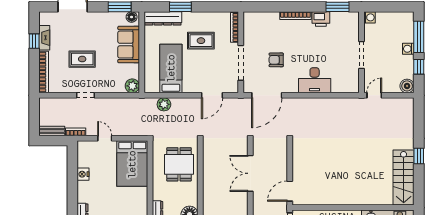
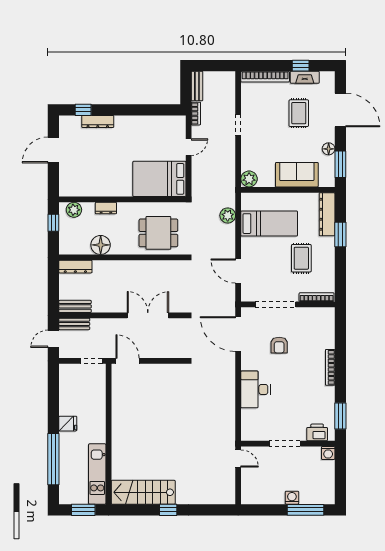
floor lamp: (132, 17) -> (329, 149), moved
printer: (321, 19) -> (317, 432), moved, turned 90
rug: (82, 59) -> (299, 113), moved
armchair: (276, 60) -> (279, 345), turned 180
window: (419, 67) -> (271, 510), removed
boiler: (407, 86) -> (249, 496), removed
nightstand: (83, 174) -> (147, 122), removed

